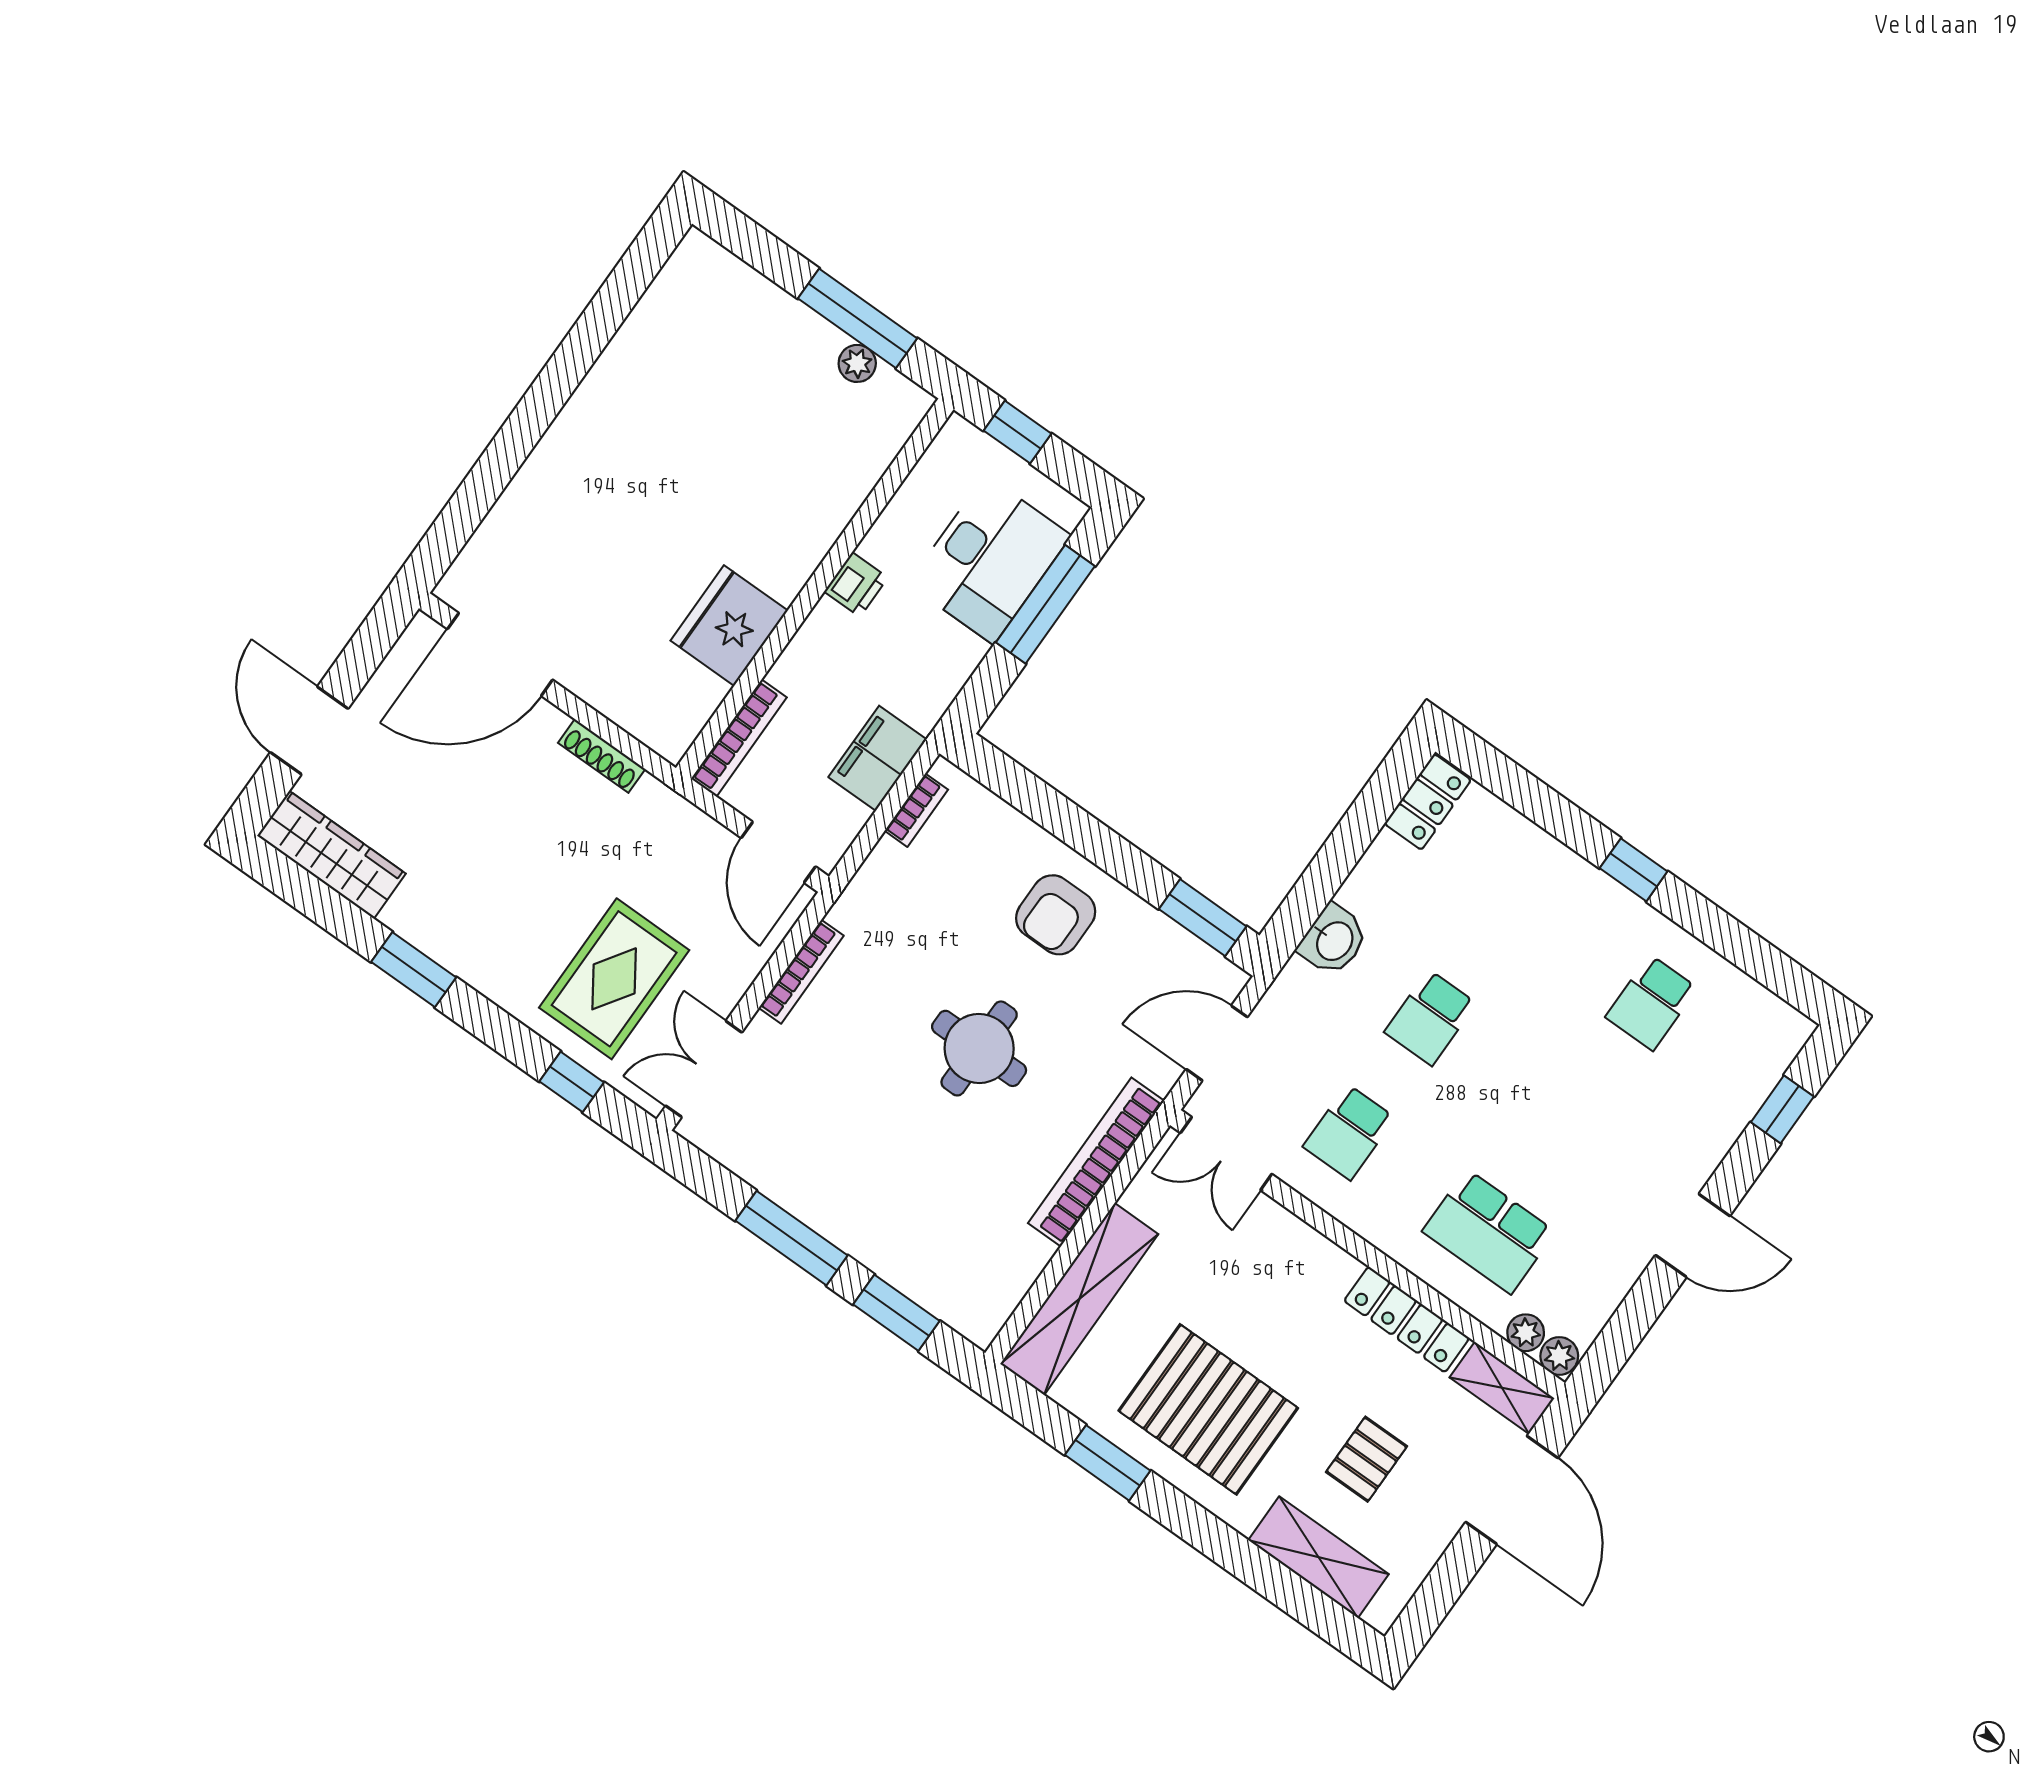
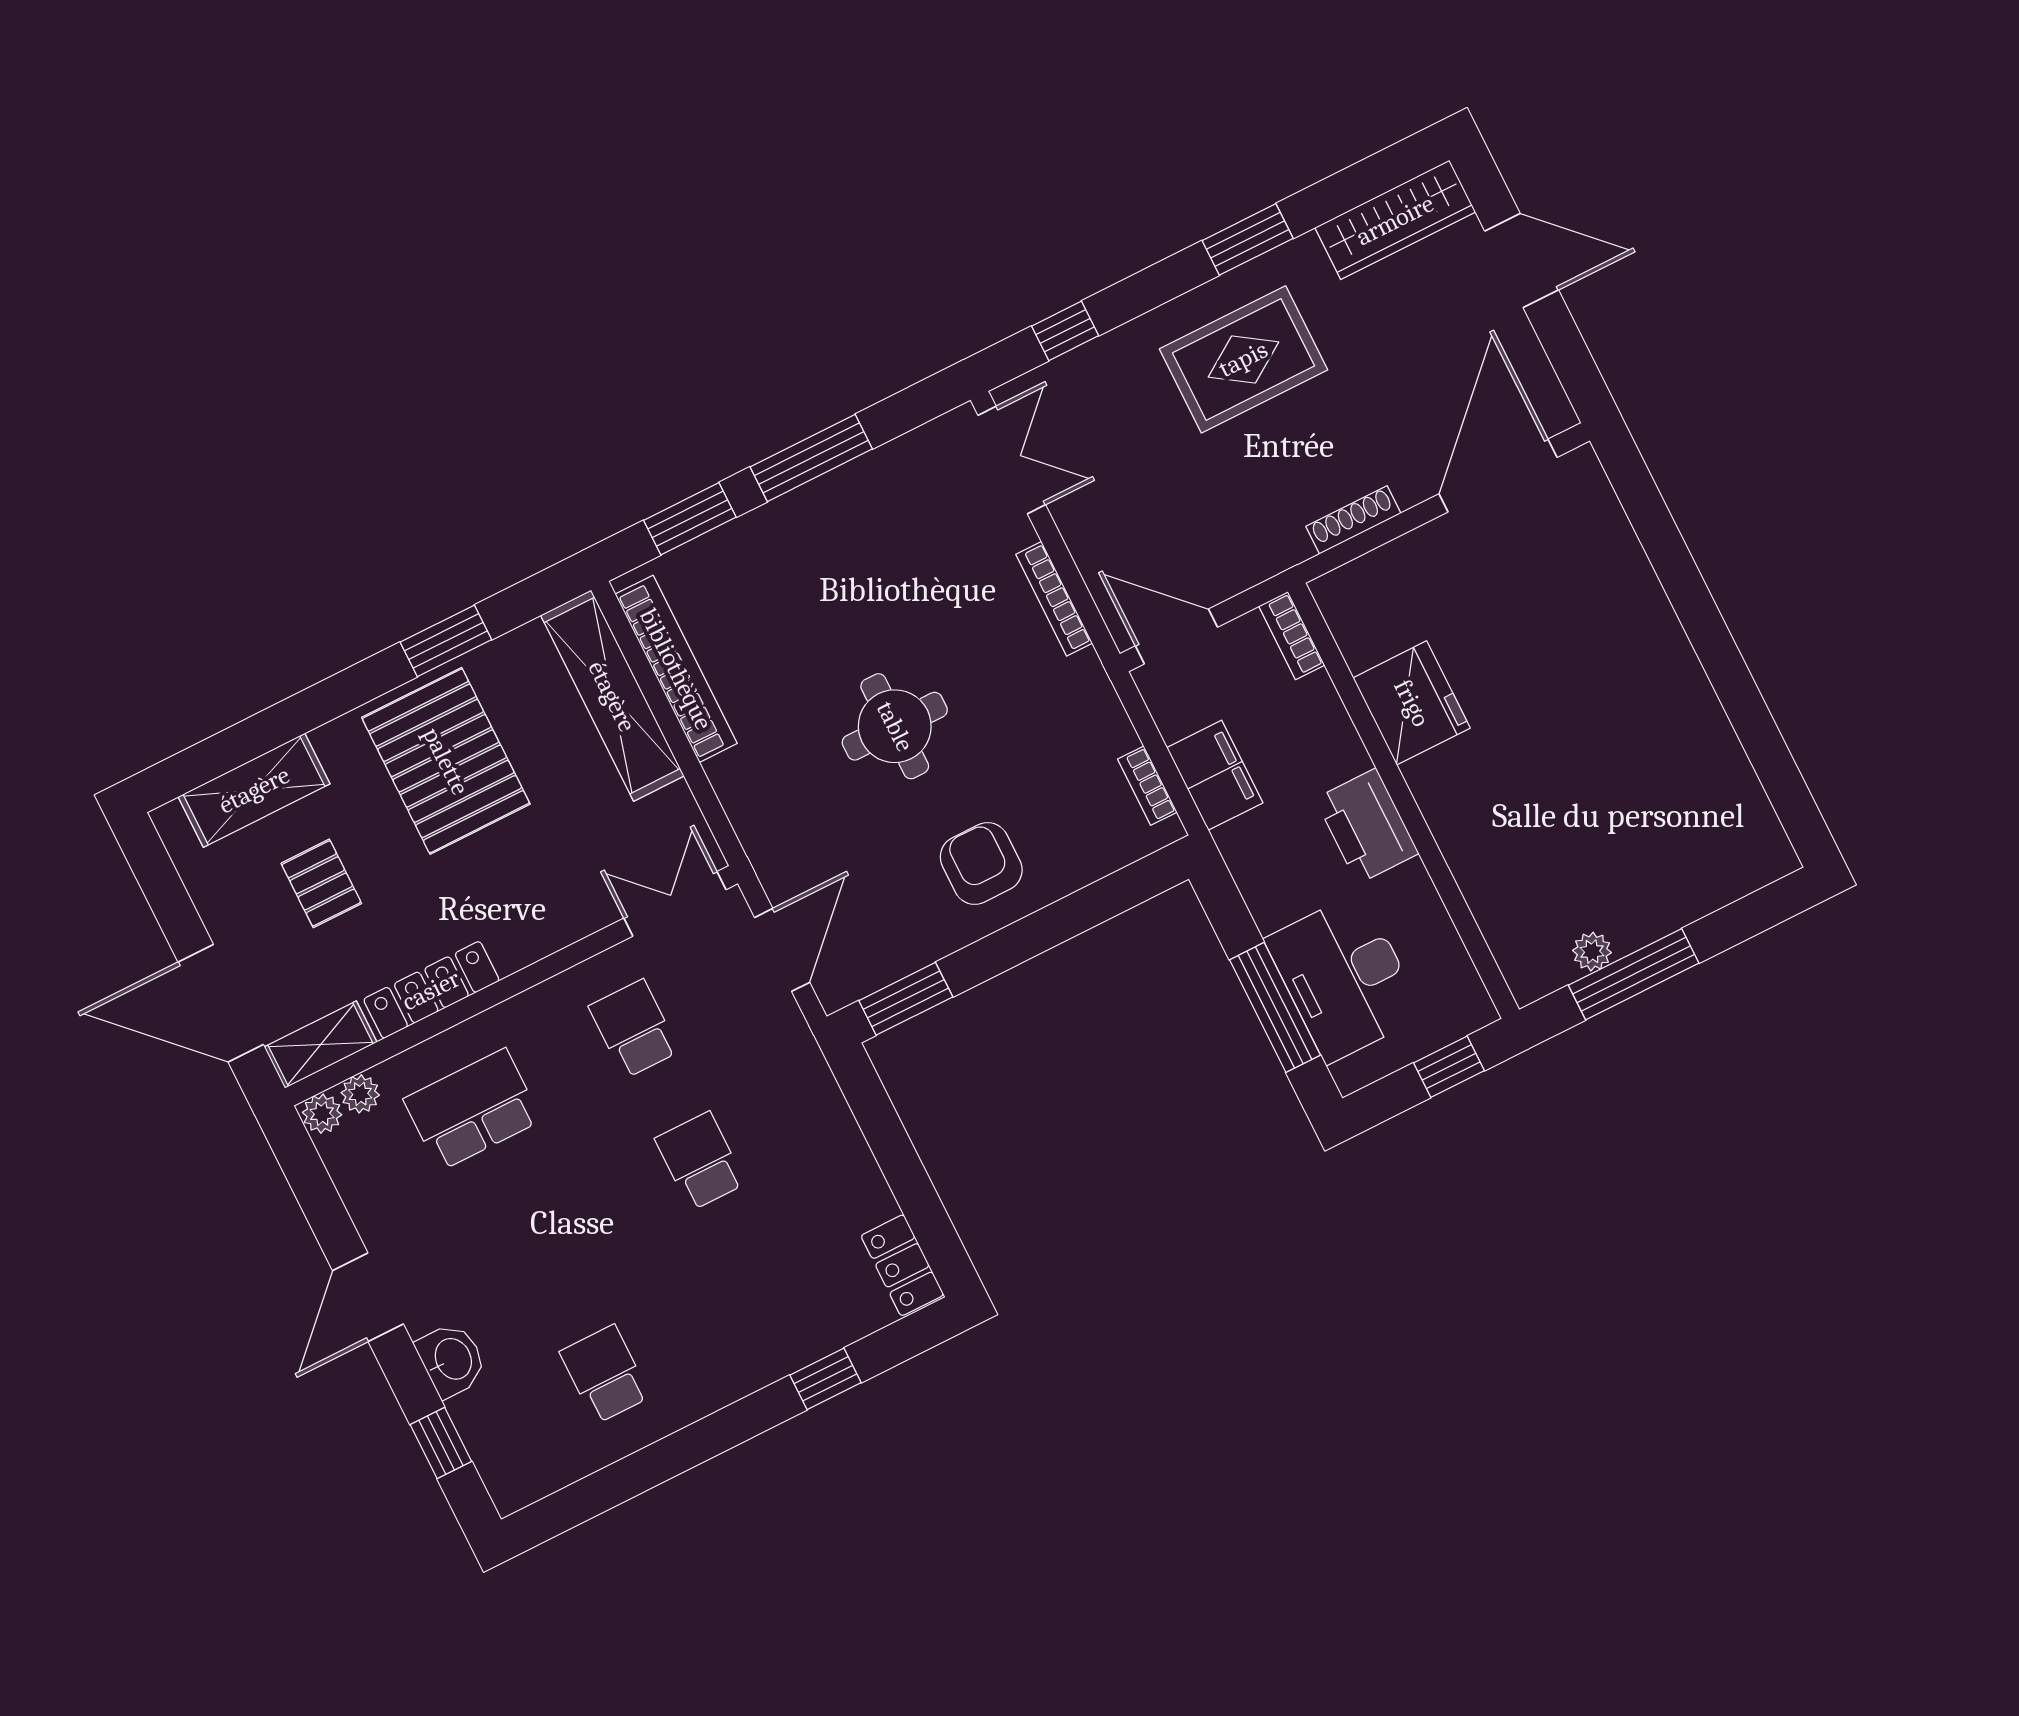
printer: (856, 585) -> (1367, 826), width x1.87, depth x1.48
bookcase: (739, 738) -> (1292, 636), width x0.64
window: (1634, 870) -> (826, 1379), moved
washbasin: (1333, 940) -> (452, 1360), moved, turned 180
rug: (614, 979) -> (1243, 359), moved, turned 90
bookcase: (1096, 1162) -> (676, 669), moved
pallet: (1208, 1409) -> (446, 761), turned 90

